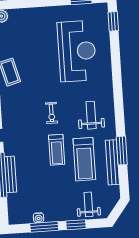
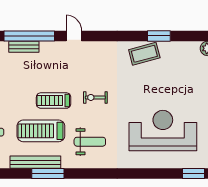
reception desk: (77, 51) -> (163, 131), turned 180
bench: (10, 174) -> (24, 47), width x0.73

